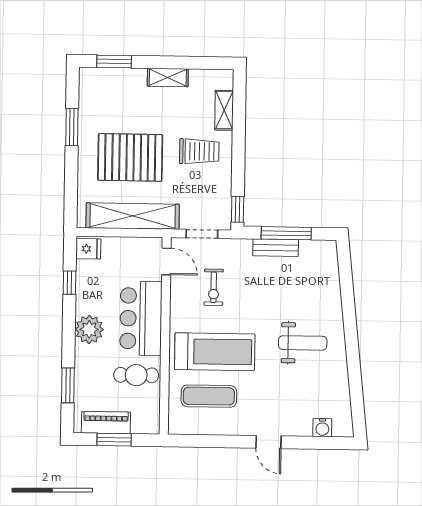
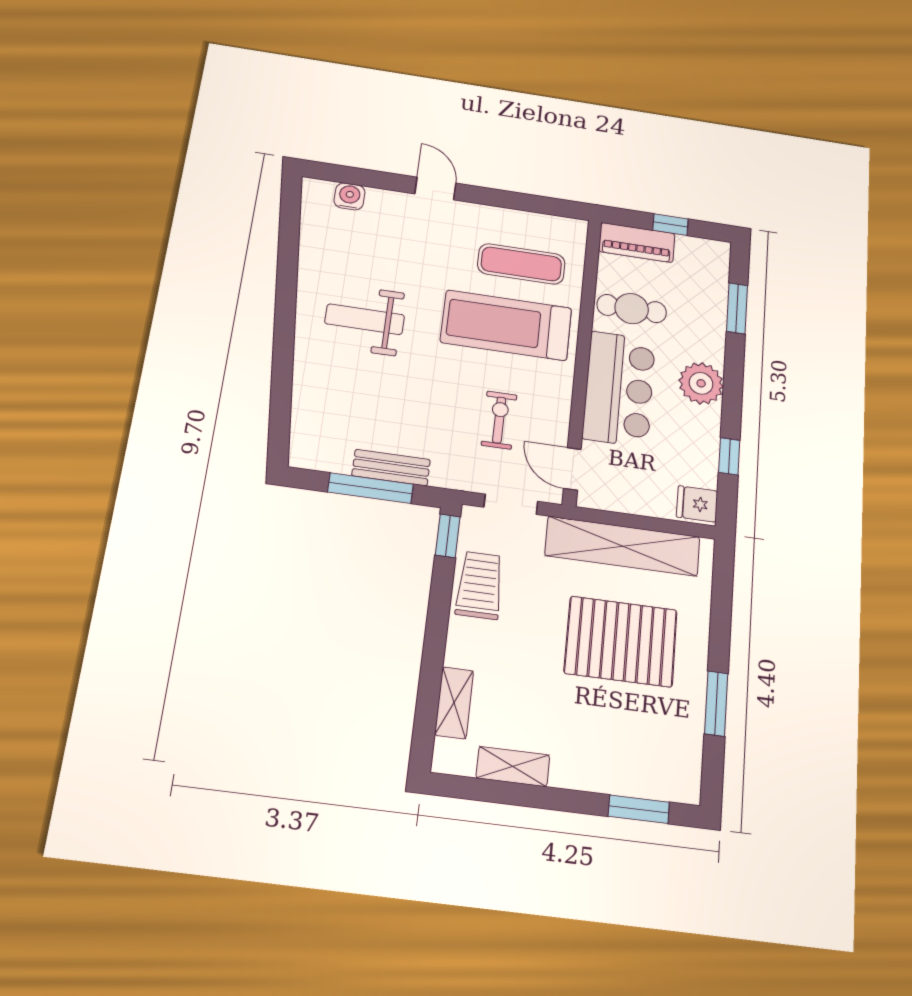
shelving: (168, 77) -> (513, 767), moved
trolley: (199, 151) -> (480, 585), moved, turned 90
piano: (106, 423) -> (637, 242), moved
window: (114, 440) -> (670, 225), width x0.67

